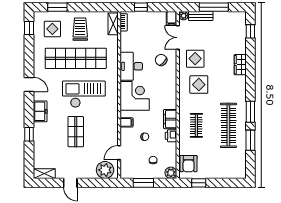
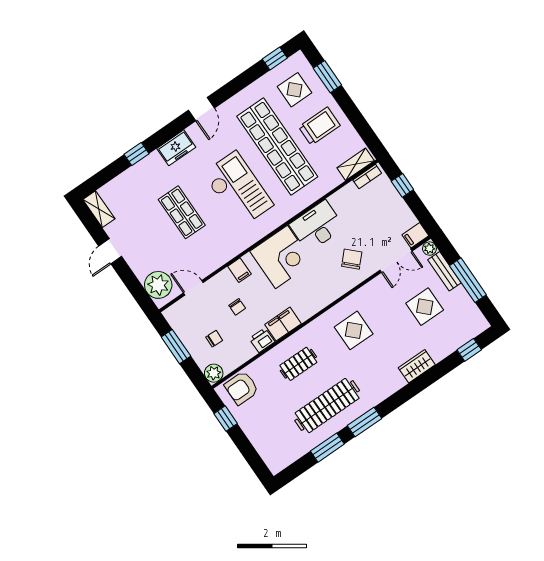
double door: (178, 38) -> (396, 261), swing flipped
display table: (195, 59) -> (425, 307), moved
shop shelf: (76, 132) -> (182, 212), turned 90

